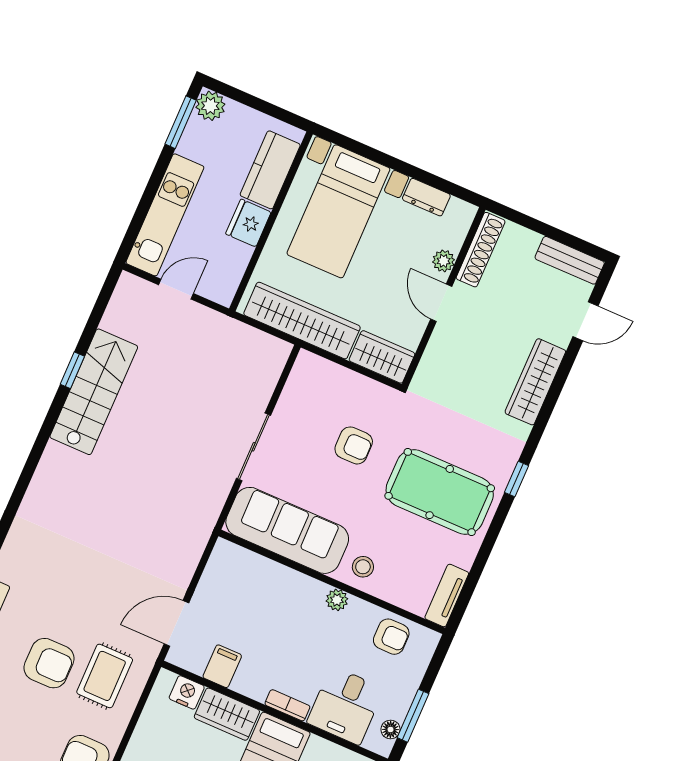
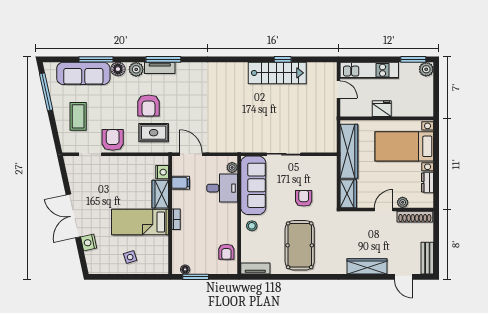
kitchen counter: (270, 170) -> (409, 108), removed
armchair: (354, 445) -> (304, 198), turned 180
window: (516, 479) -> (320, 277), removed
plant: (337, 600) -> (232, 167), moved
desk: (345, 706) -> (222, 188), moved, turned 180

